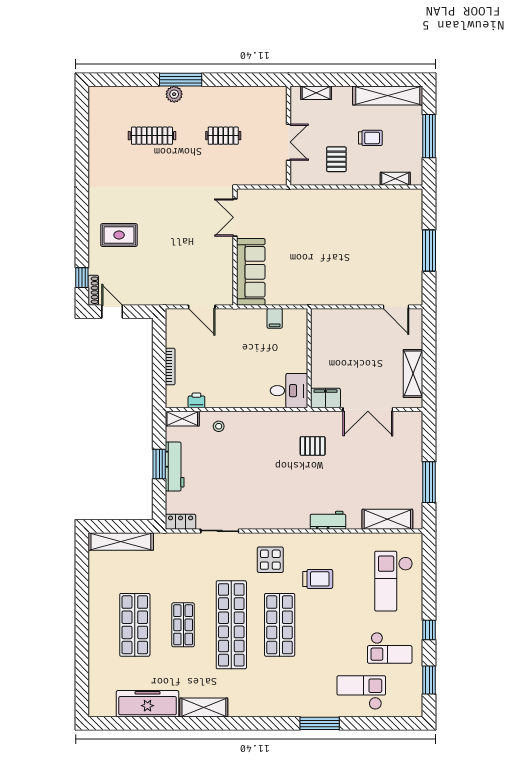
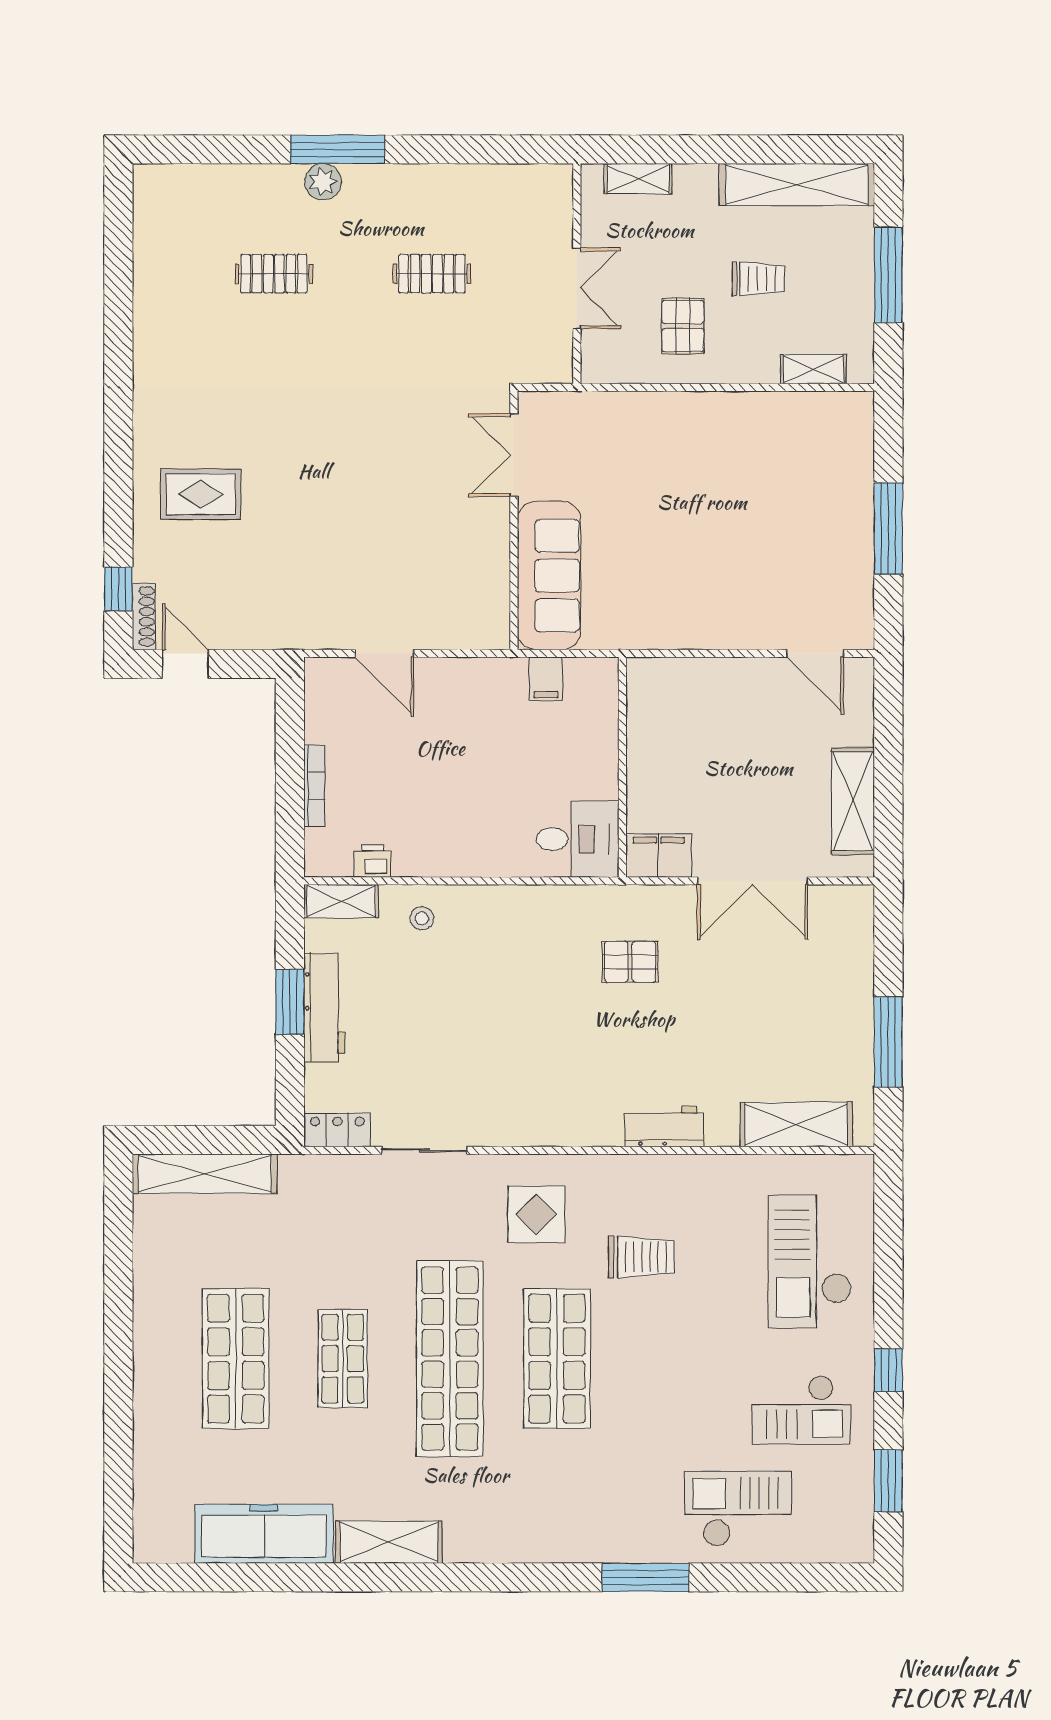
clothes rail: (152, 136) -> (274, 274), width x0.73
double door: (235, 217) -> (514, 455), moved
wall: (235, 247) -> (514, 520), moved
sofa: (251, 272) -> (549, 576), moved

